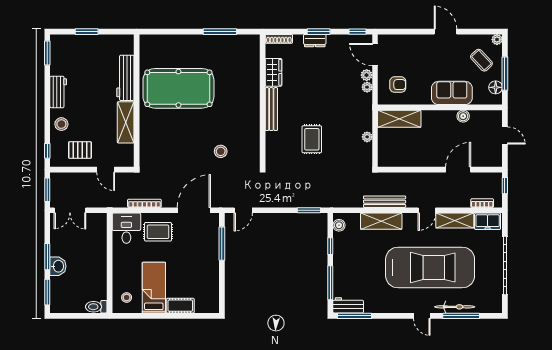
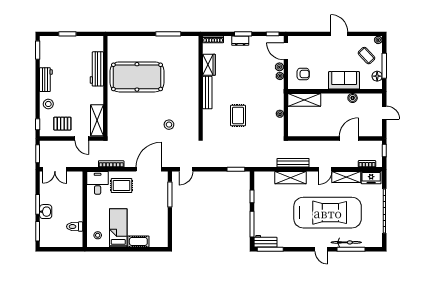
shelving: (126, 122) -> (97, 120), moved
boiler: (339, 225) -> (259, 181), removed
toilet: (96, 307) -> (75, 227), moved

